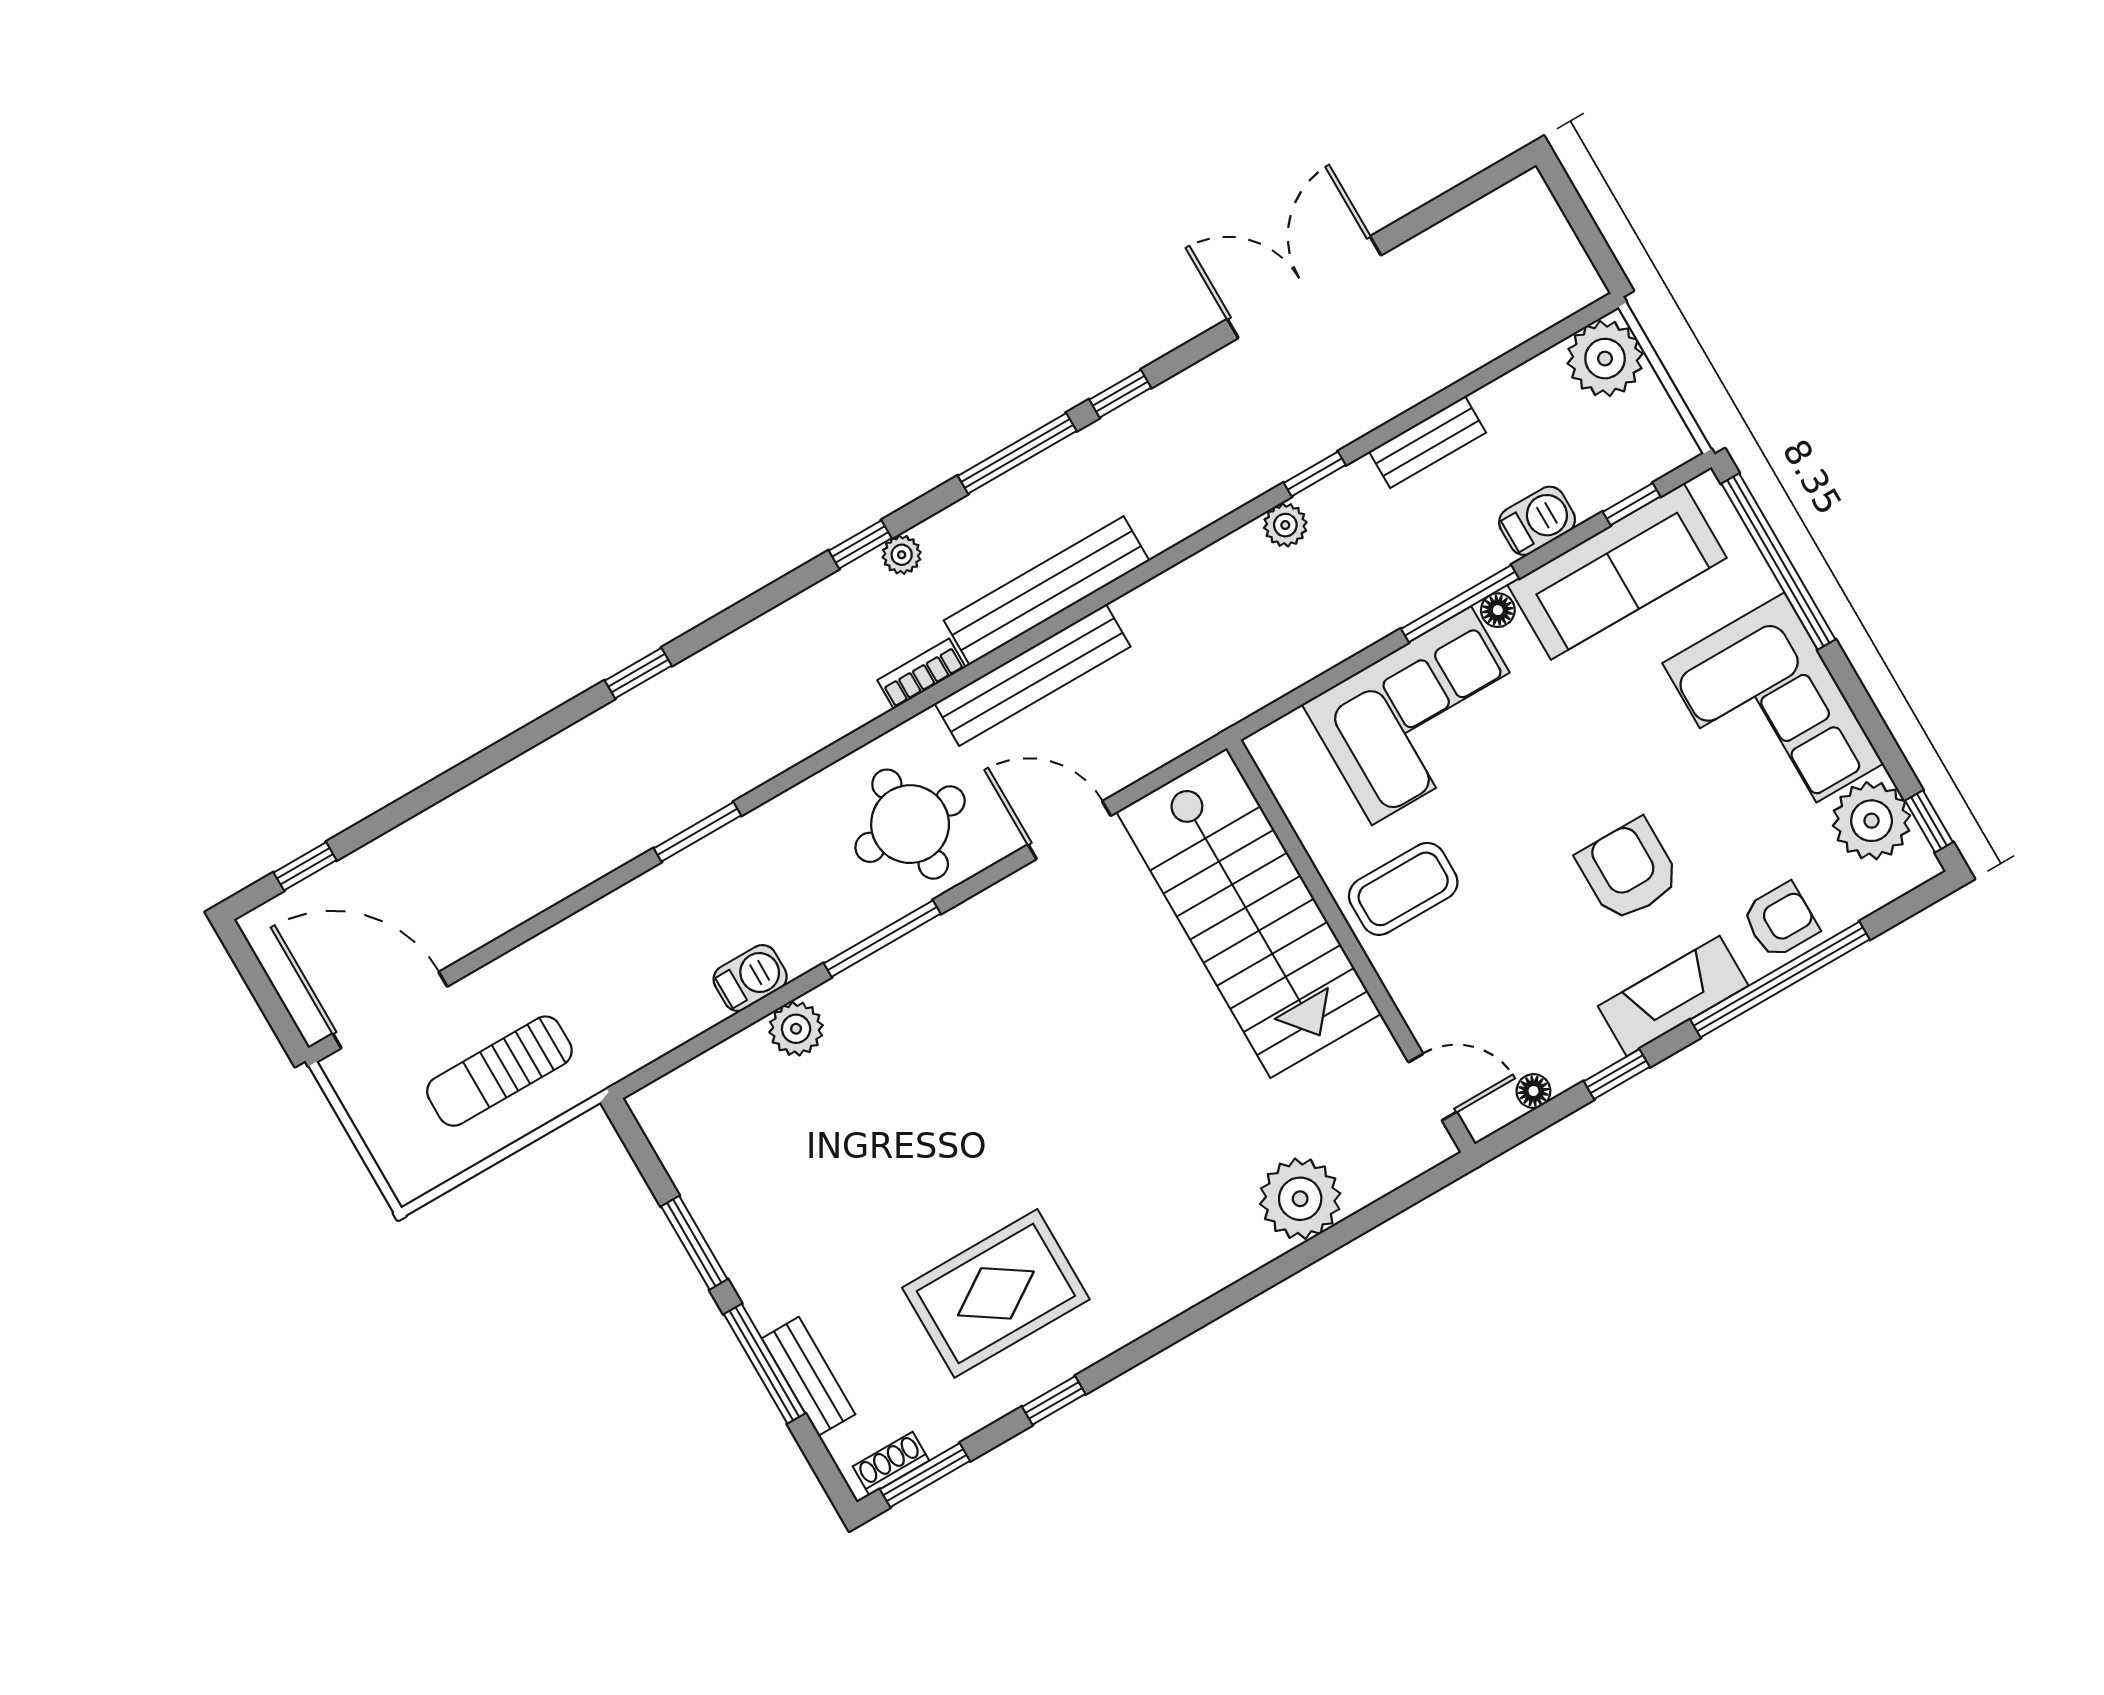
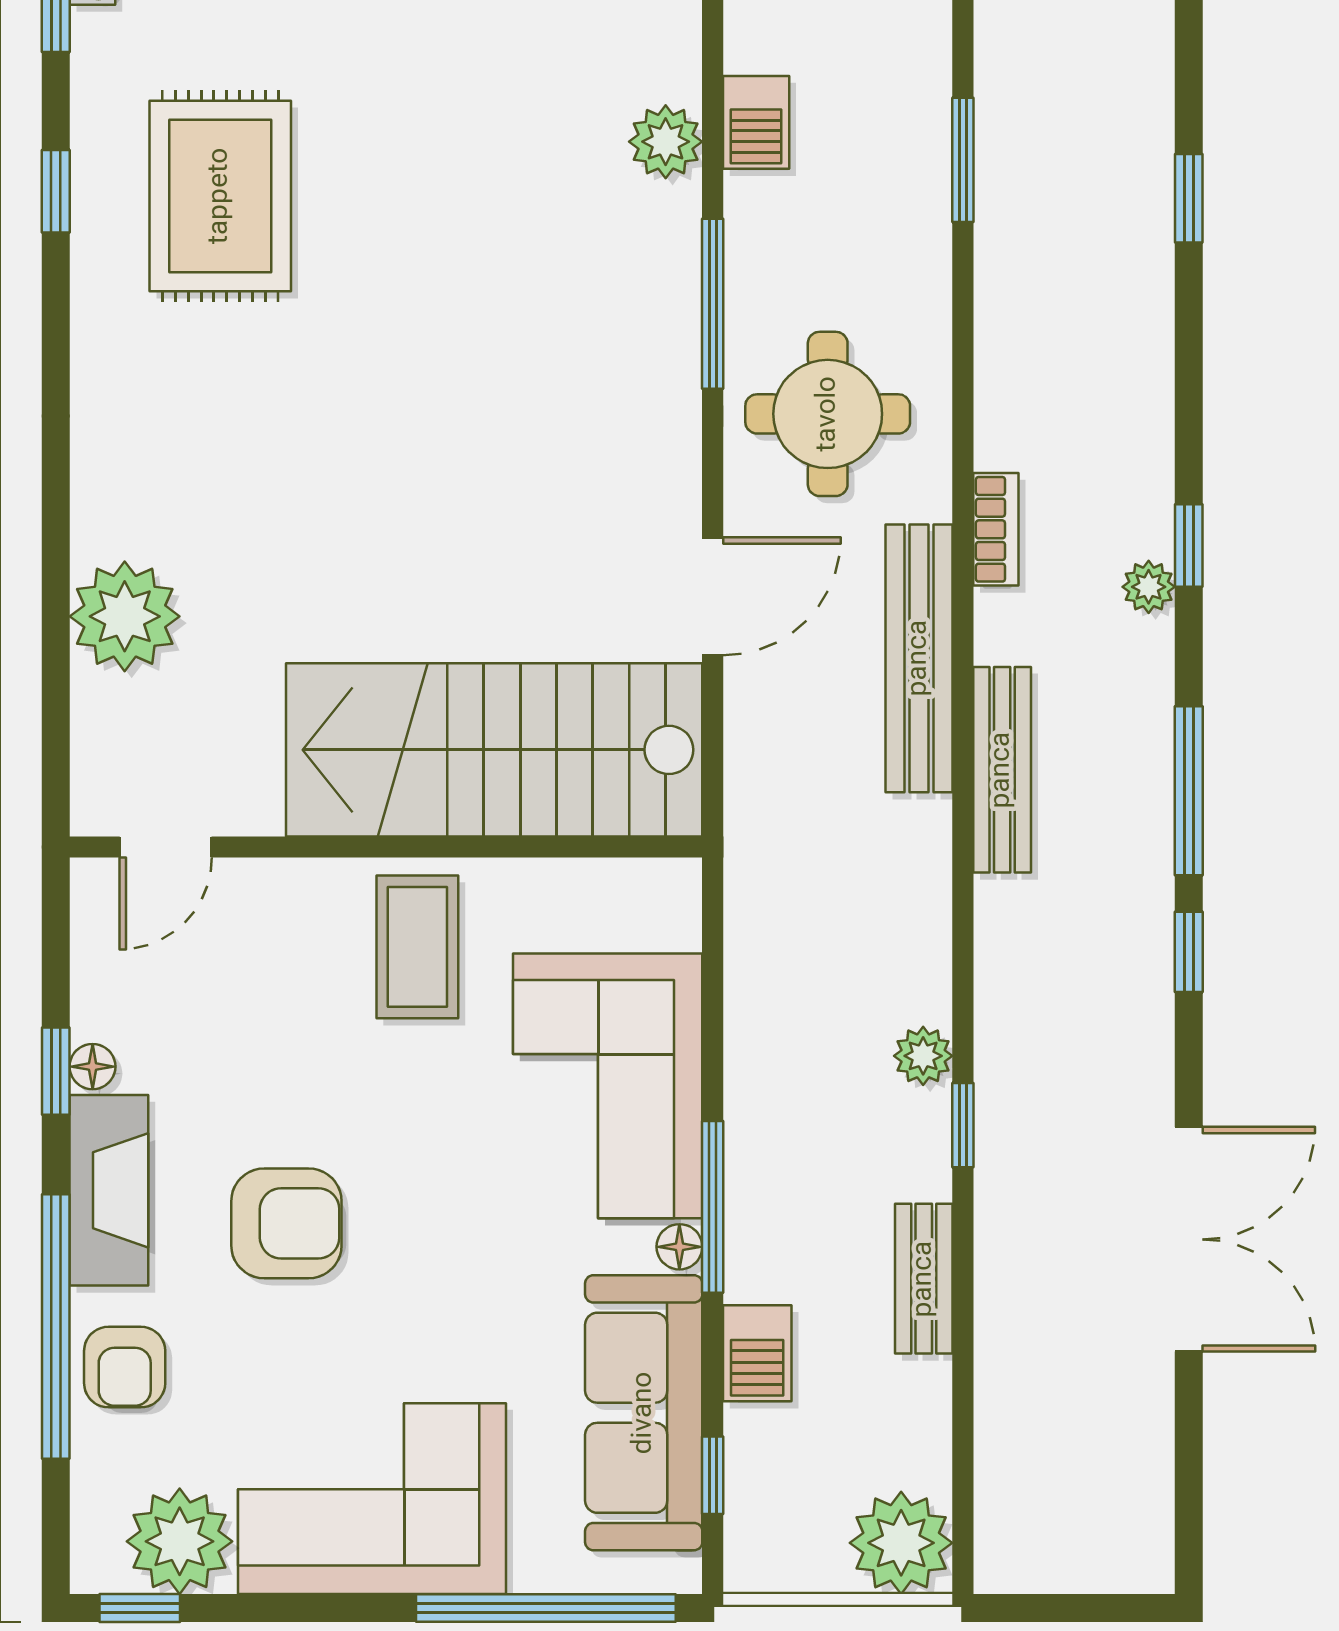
bench: (1047, 591) -> (1002, 770), width x0.73, depth x0.82
floor lamp: (1533, 1091) -> (93, 1067), moved

